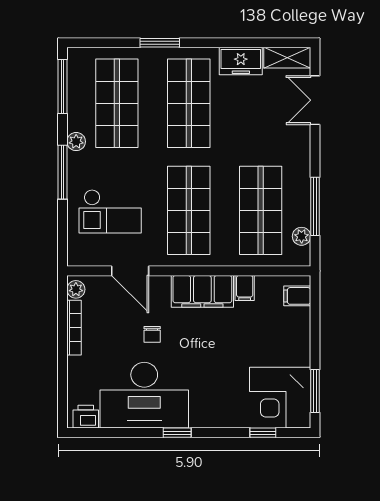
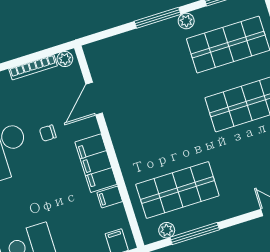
shop shelf: (189, 210) -> (159, 131), removed
checkout: (110, 211) -> (138, 67), removed

